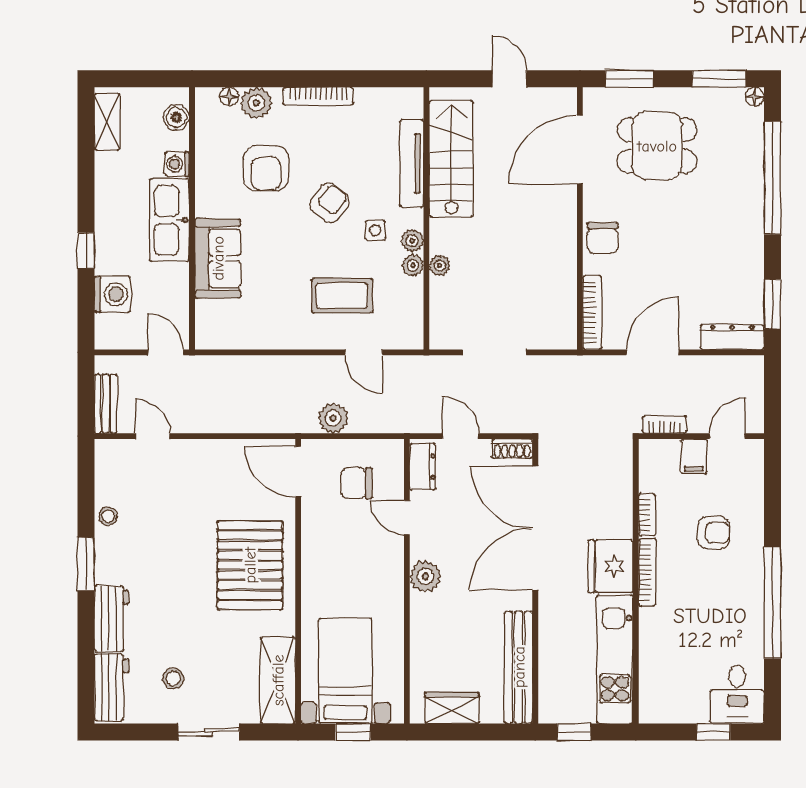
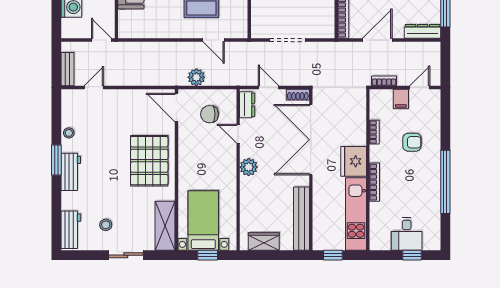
door: (152, 436) -> (94, 88), hinge flipped
bookcase: (647, 572) -> (374, 182), moved
workbench: (111, 619) -> (71, 172), moved
desk: (737, 694) -> (407, 234), moved

